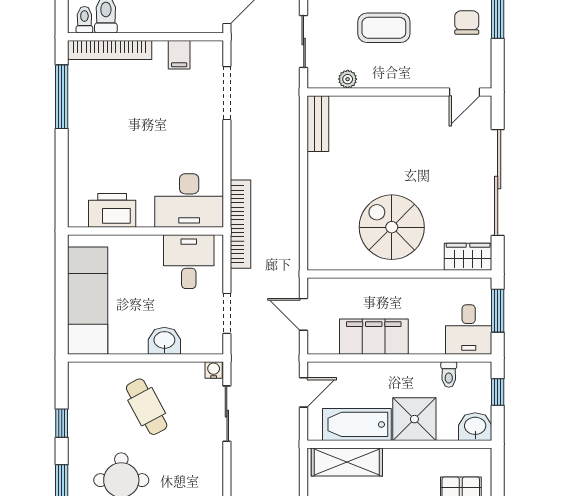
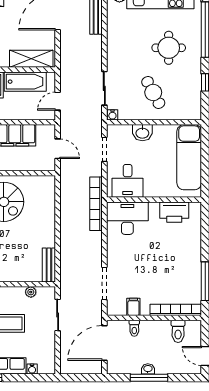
toilet: (84, 20) -> (134, 328), moved

